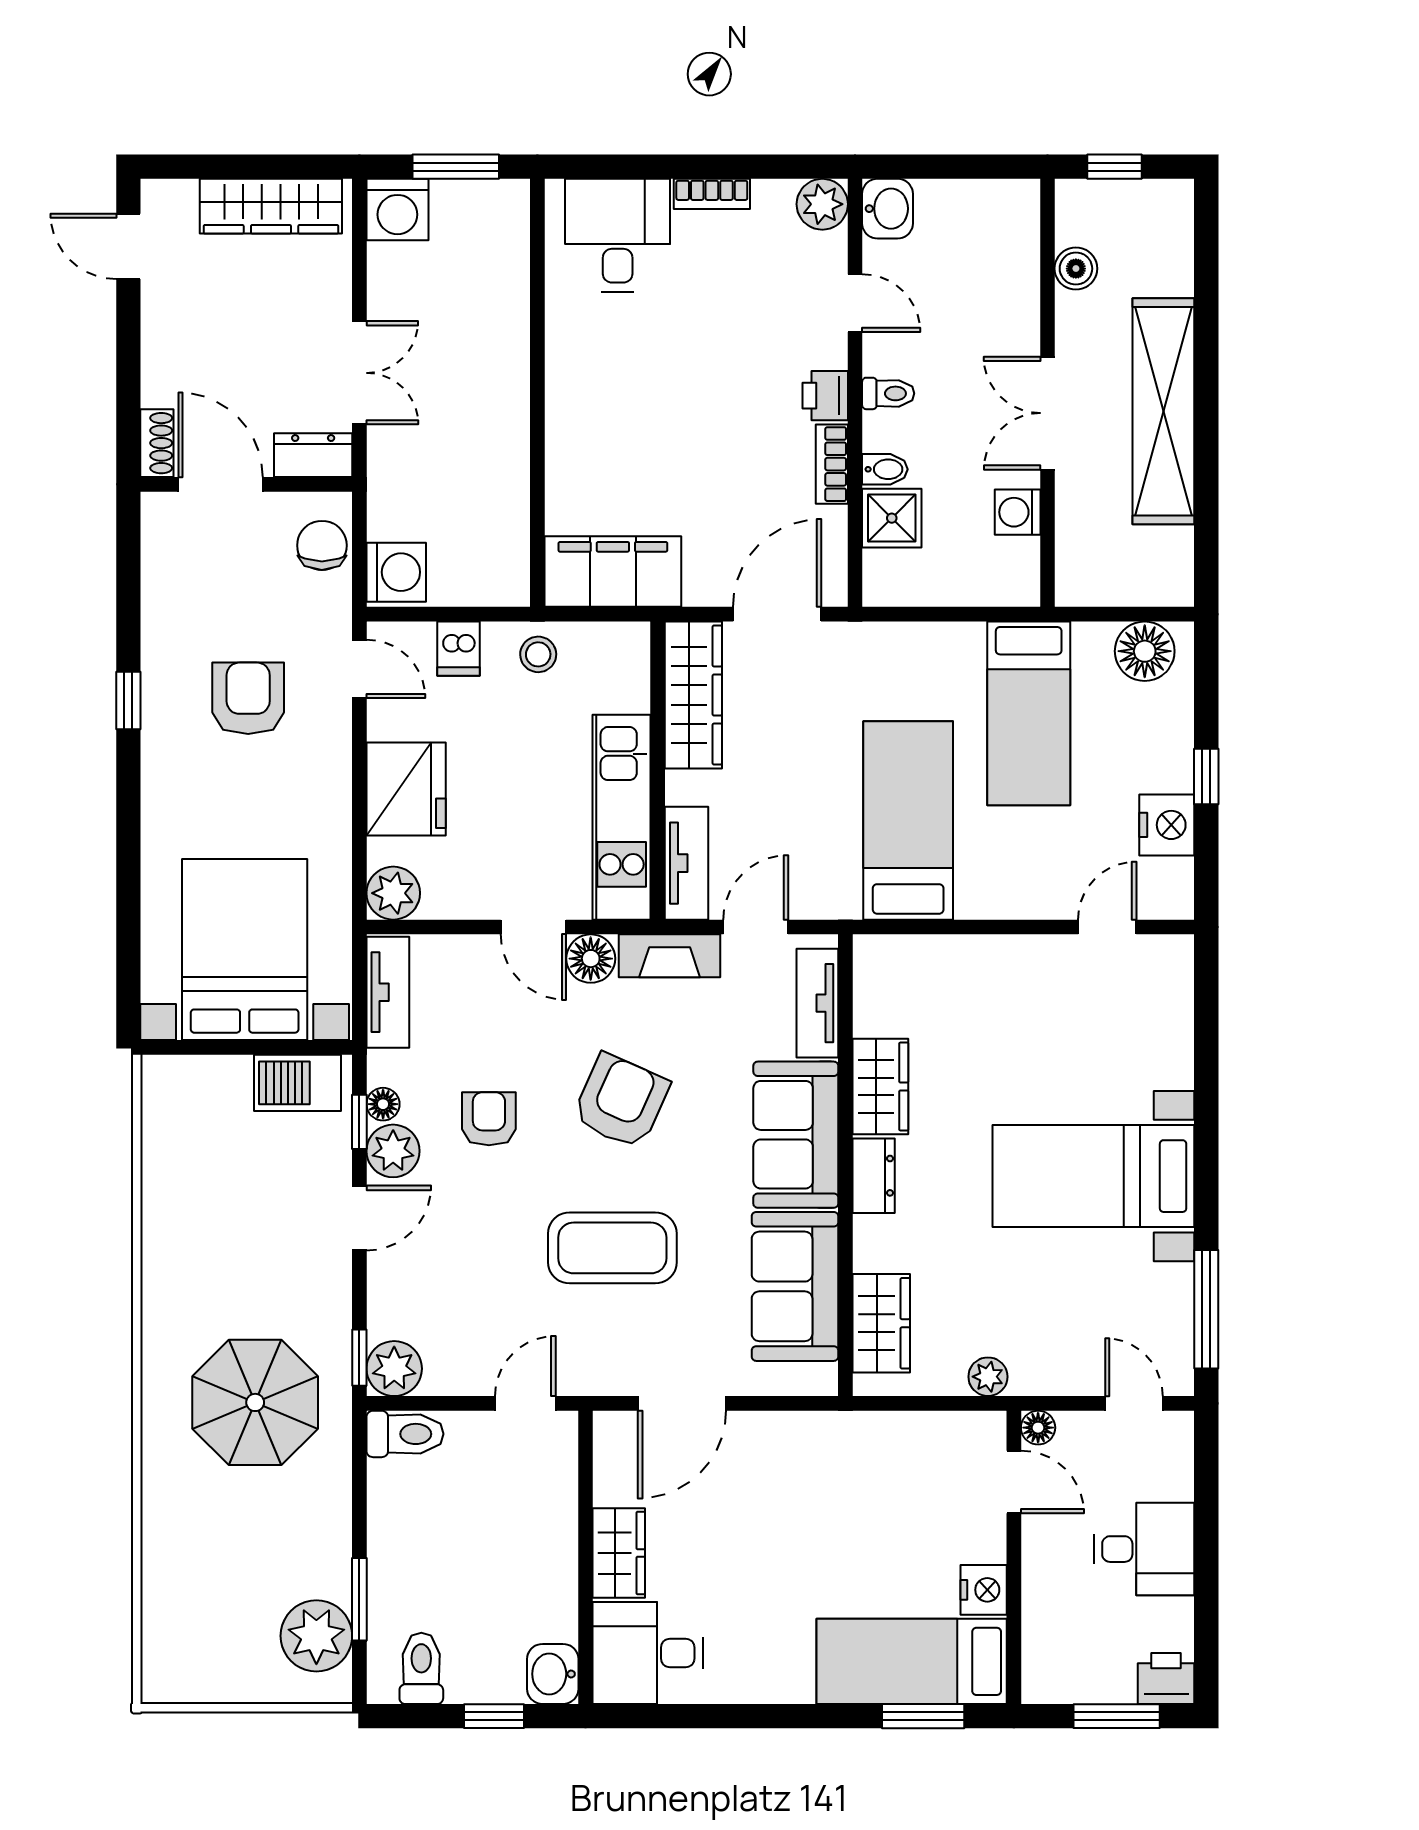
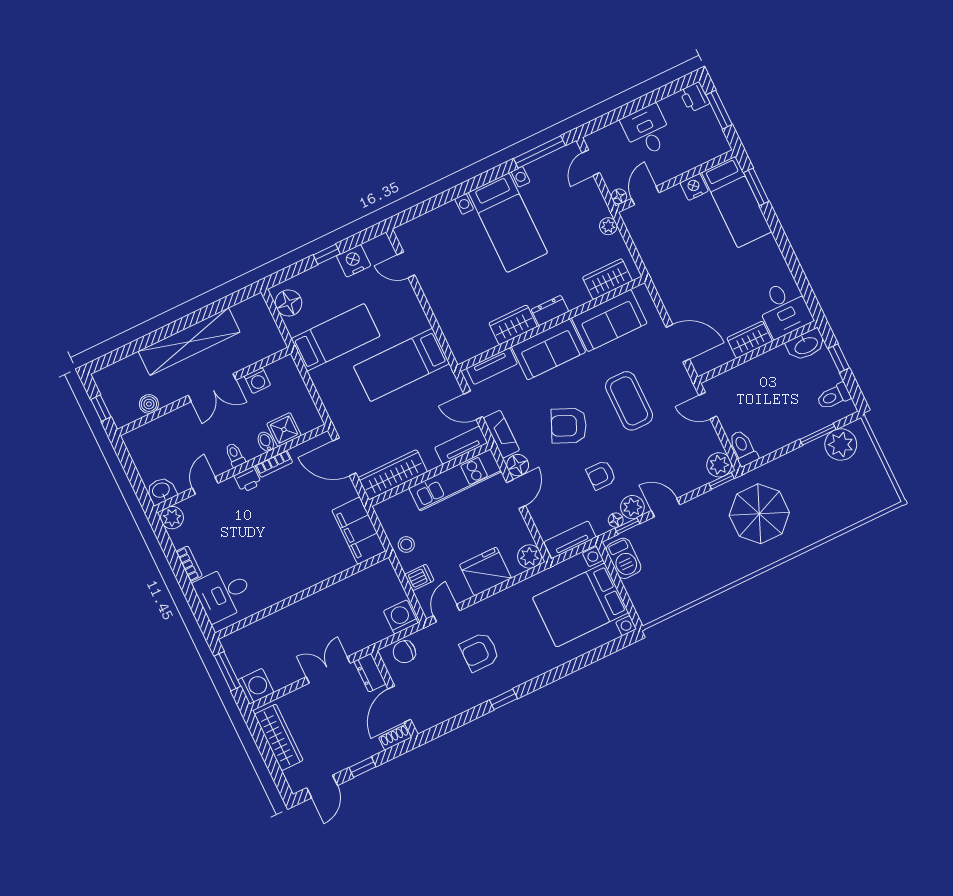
window: (128, 347) -> (362, 767), added
washbasin: (553, 1674) -> (806, 345), width x1.38

